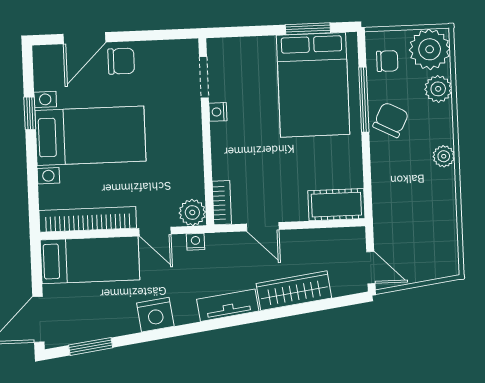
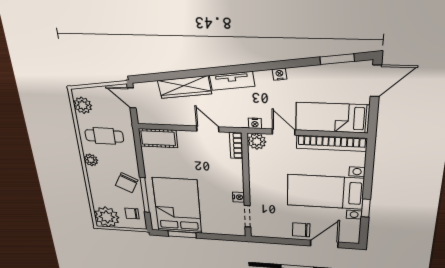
plant: (438, 89) -> (83, 105), moved
cafe table: (418, 201) -> (104, 136), added
nightstand: (155, 315) -> (280, 74), width x0.53, depth x0.56

